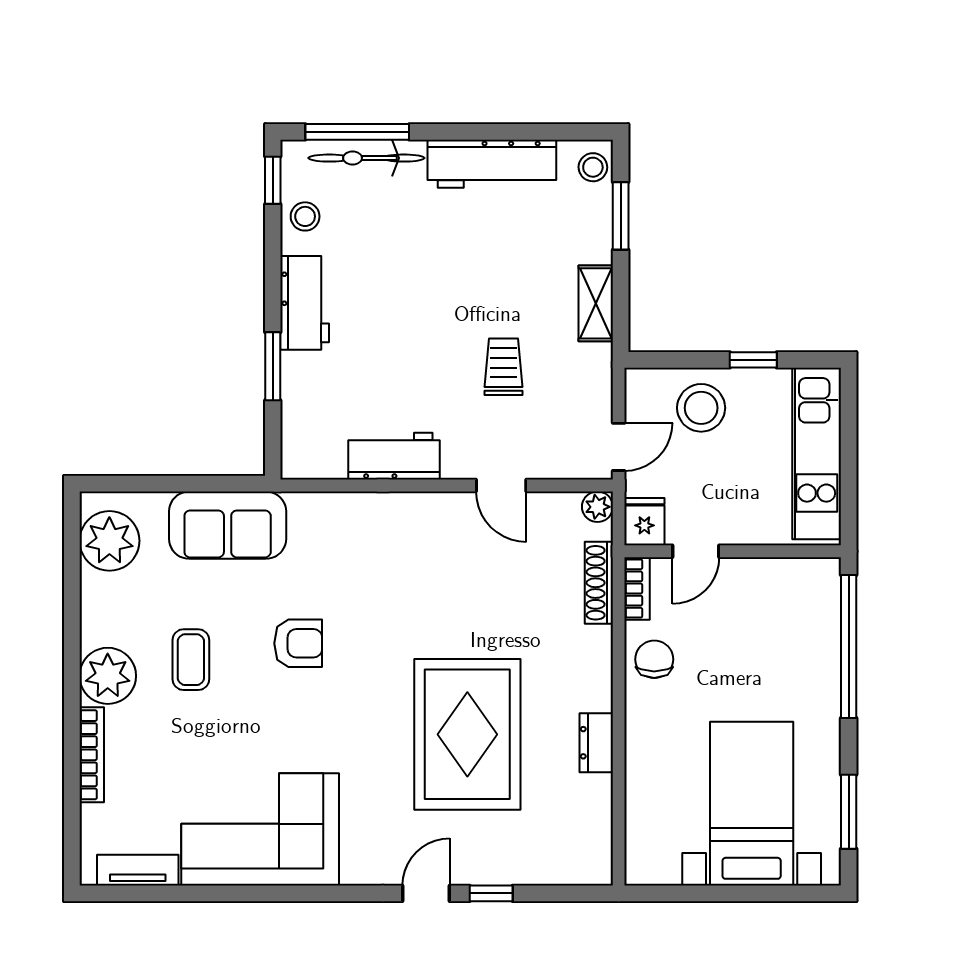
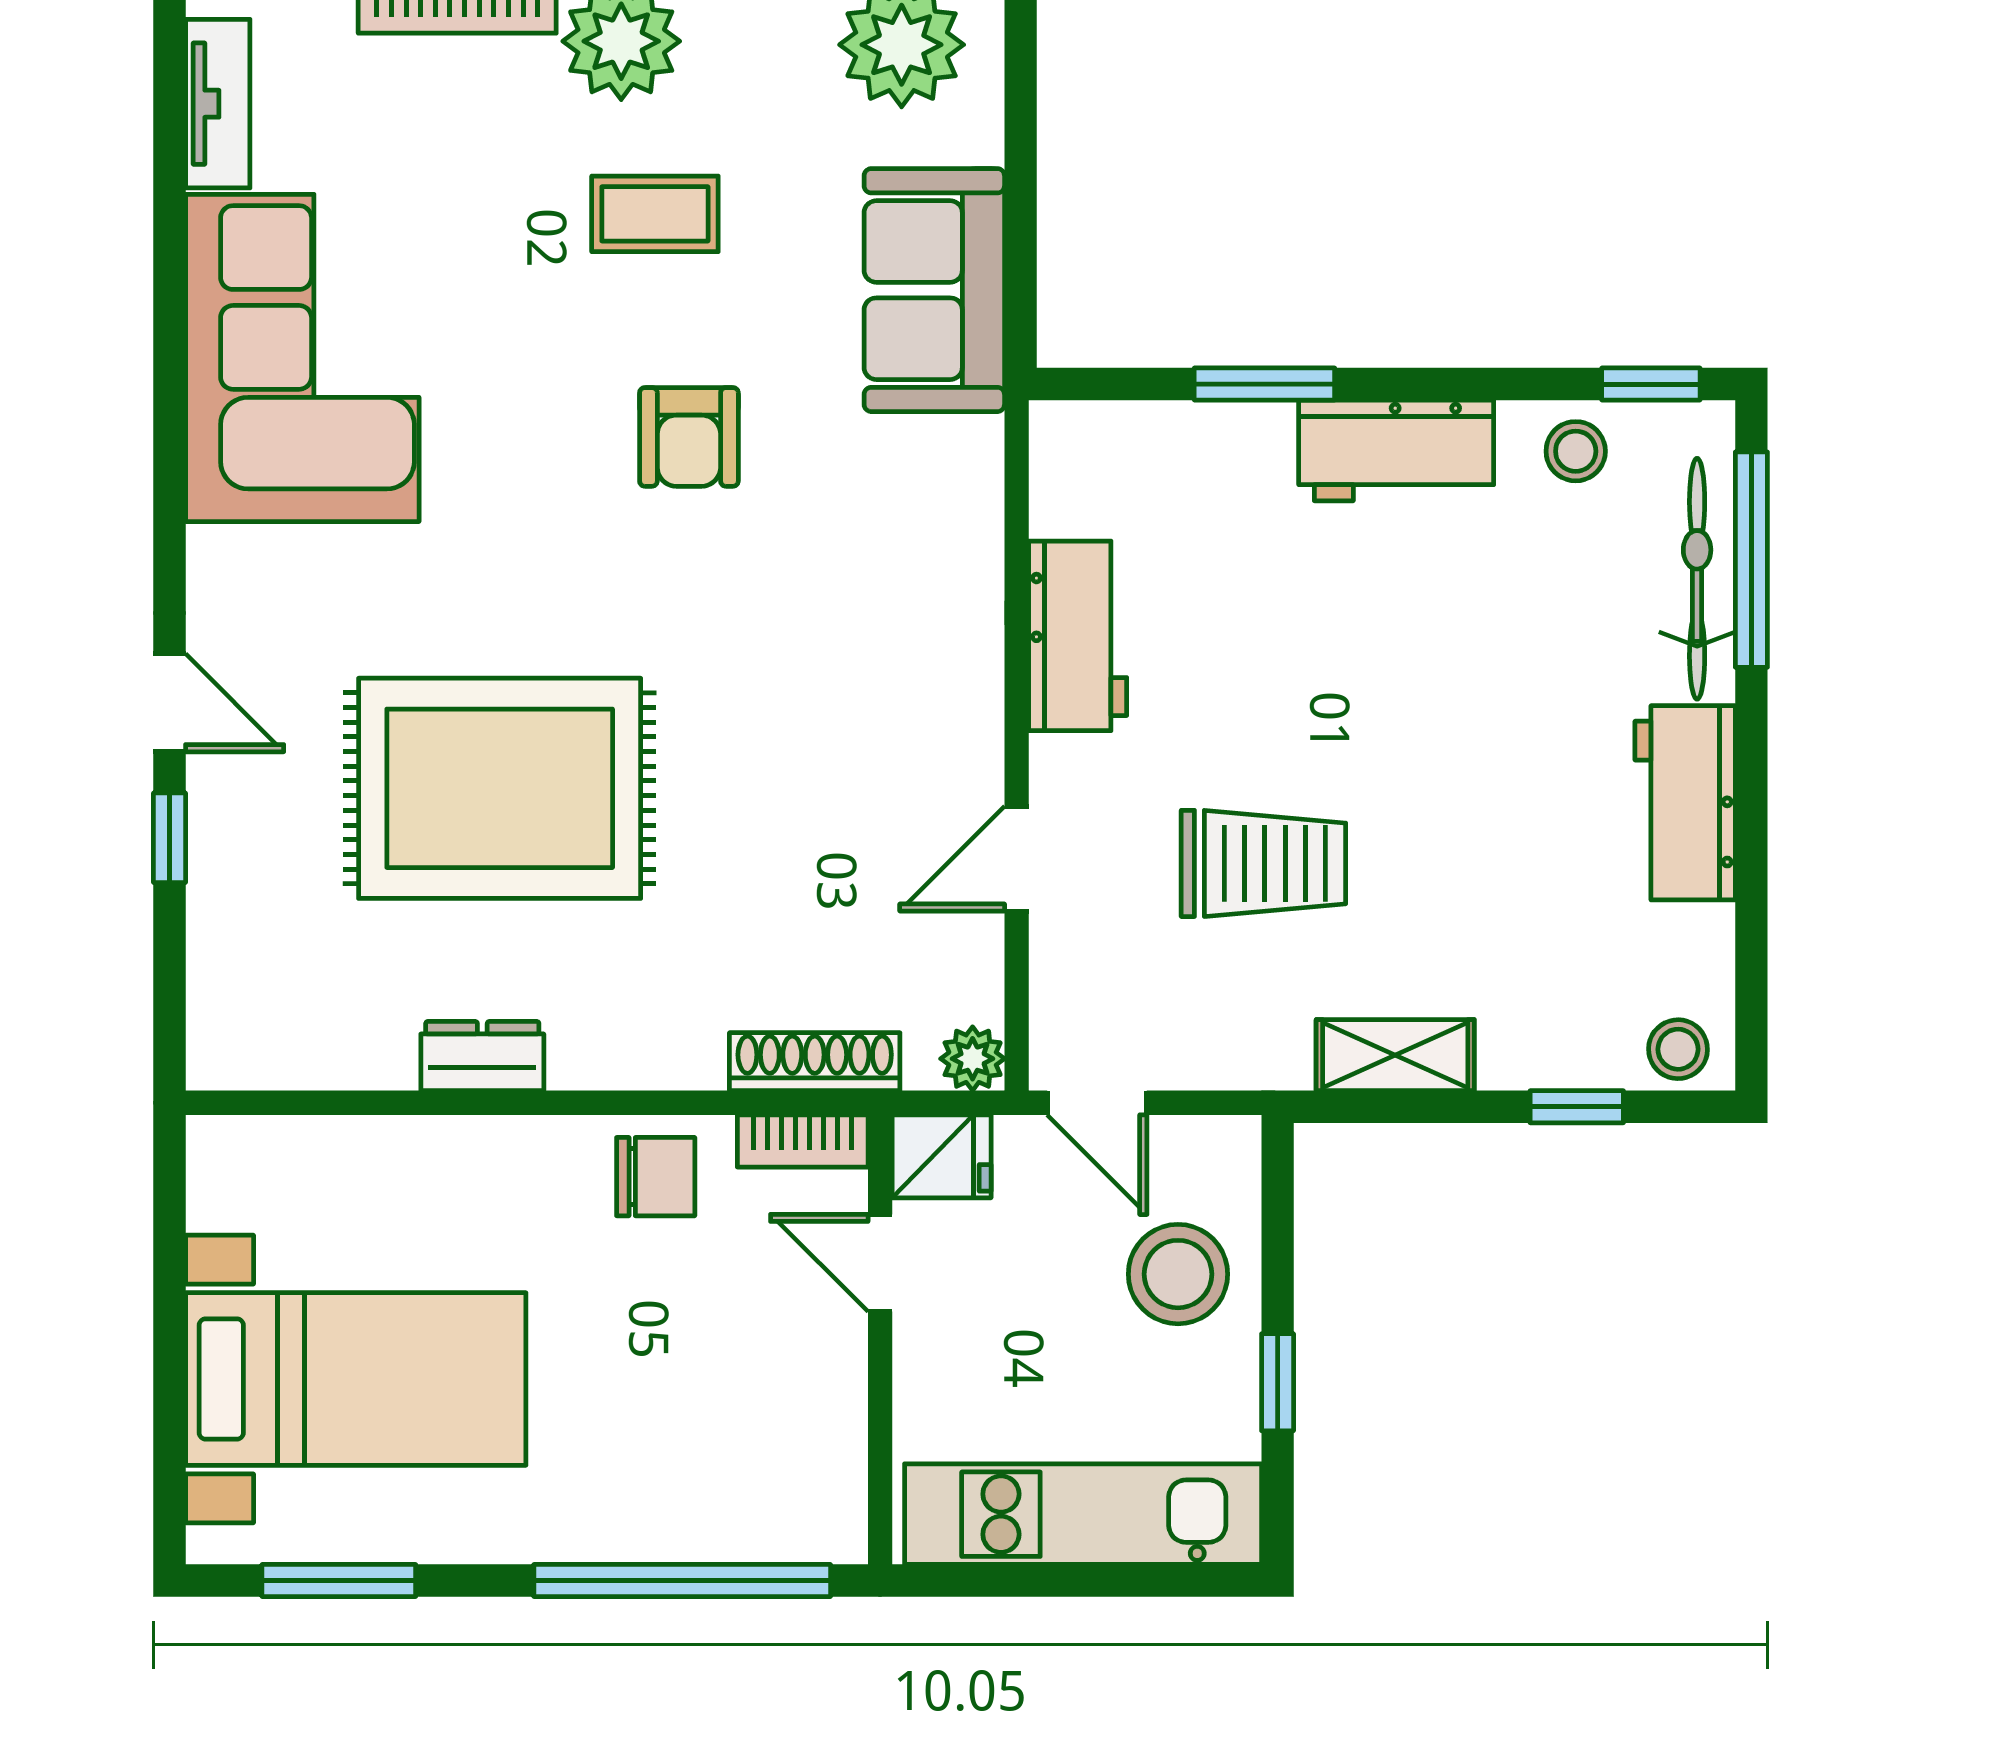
workbench: (492, 164) -> (1685, 803), width x0.73
window: (621, 216) -> (1577, 1107), width x0.67
trolley: (504, 367) -> (1263, 863), width x1.36, depth x1.39

